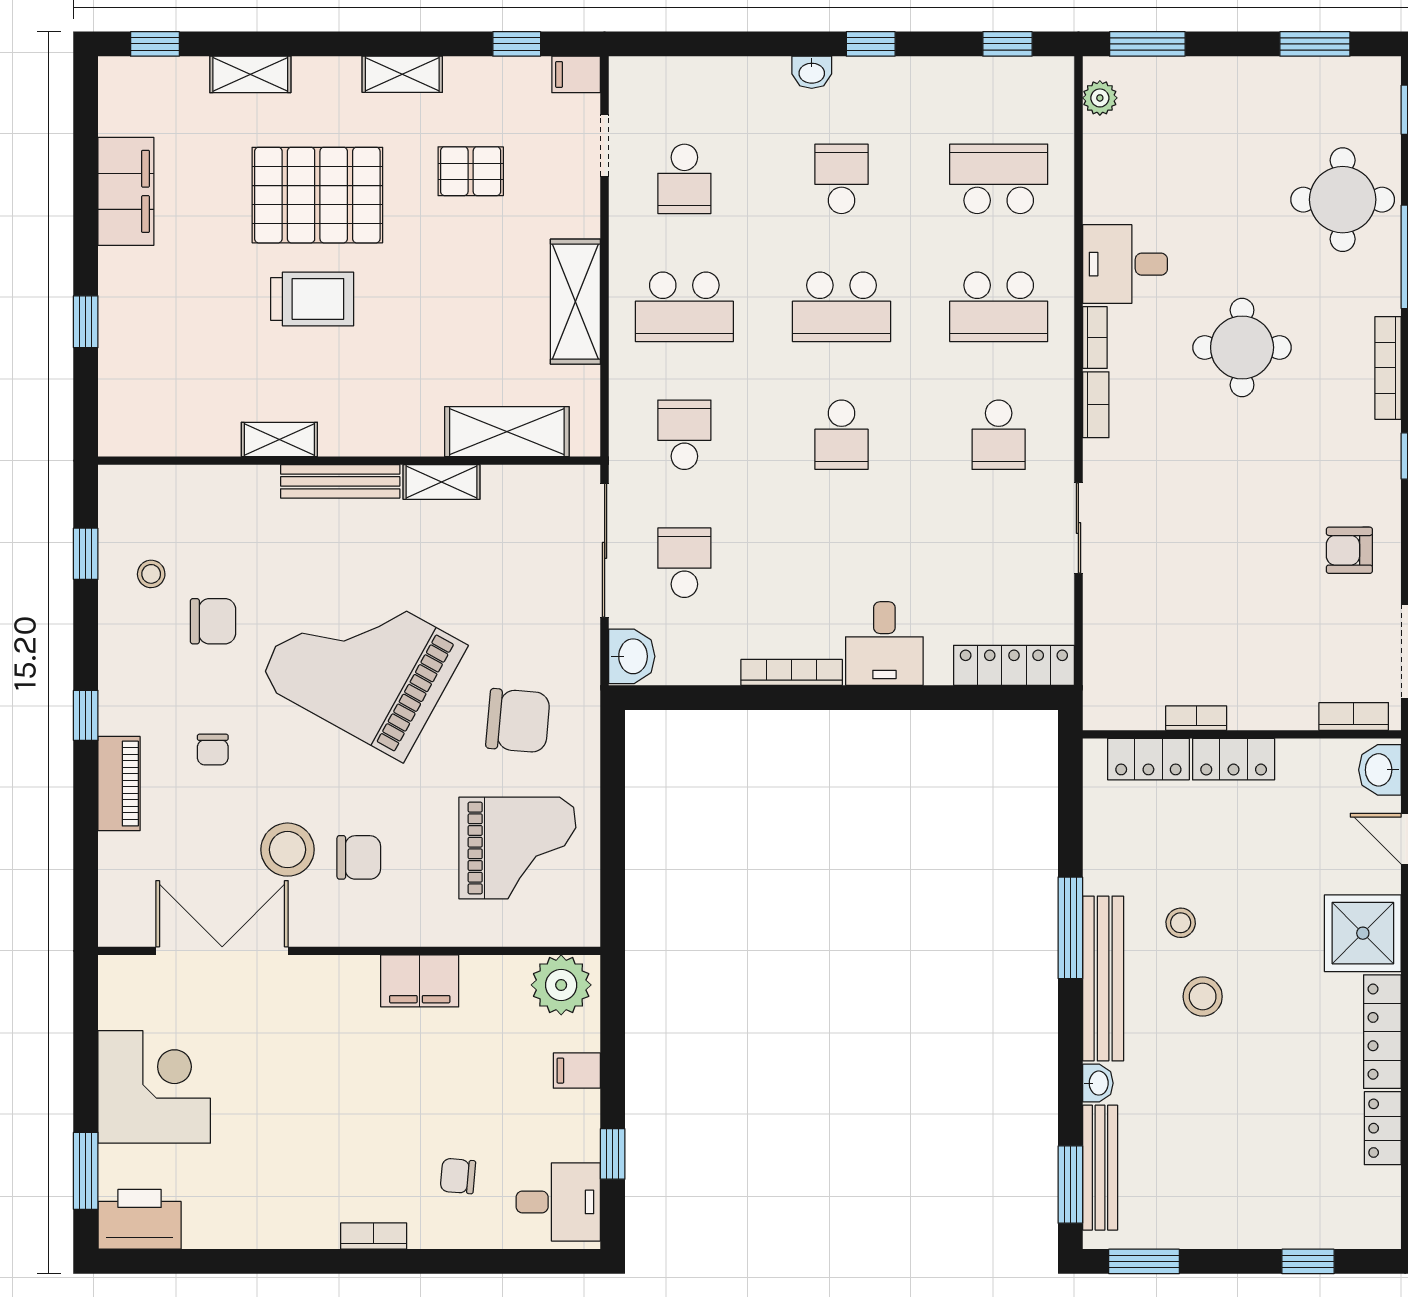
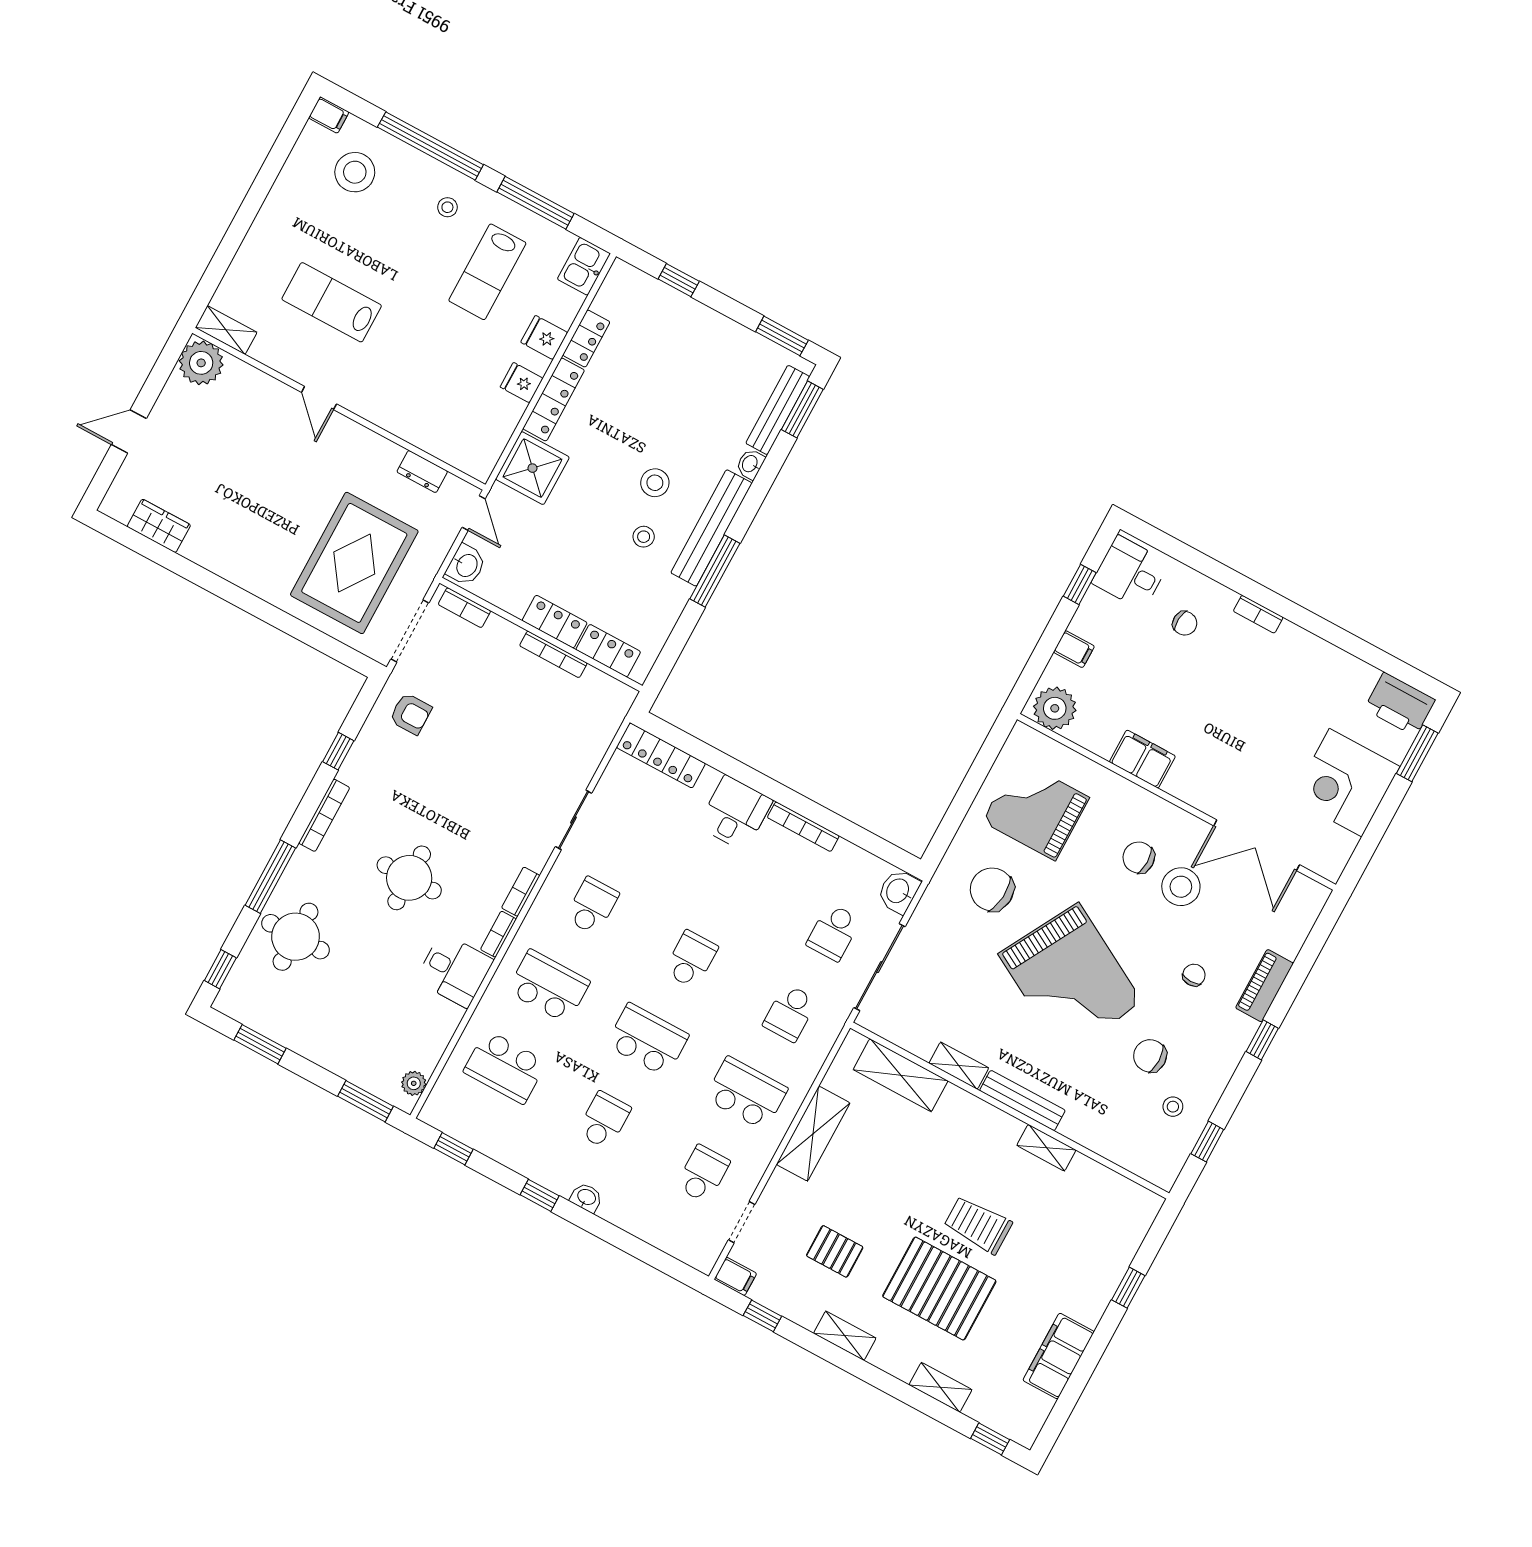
school desk: (841, 179) -> (604, 1120), turned 180
bookcase: (1196, 718) -> (553, 654), width x1.56

